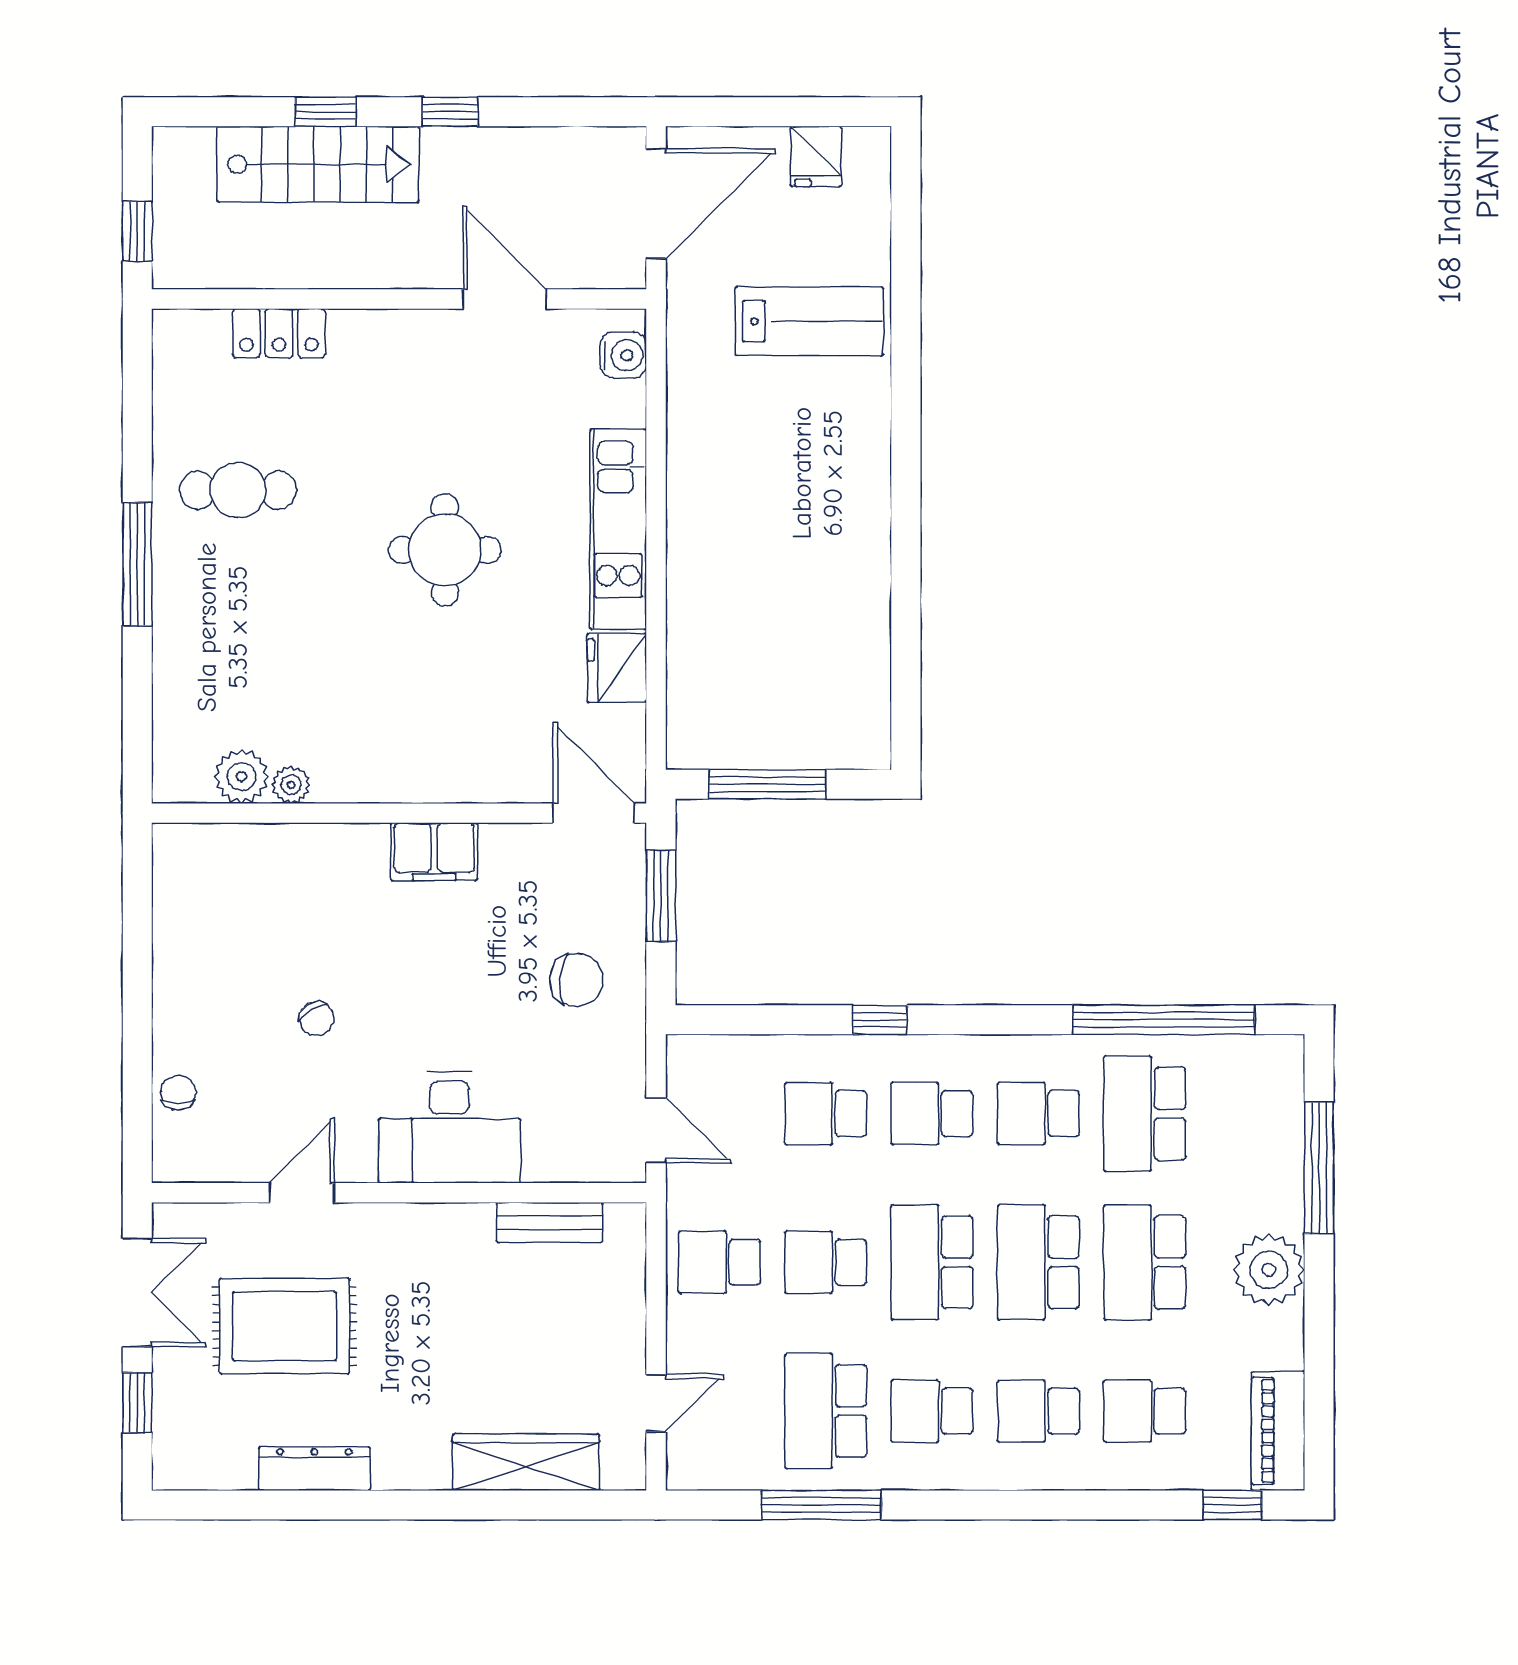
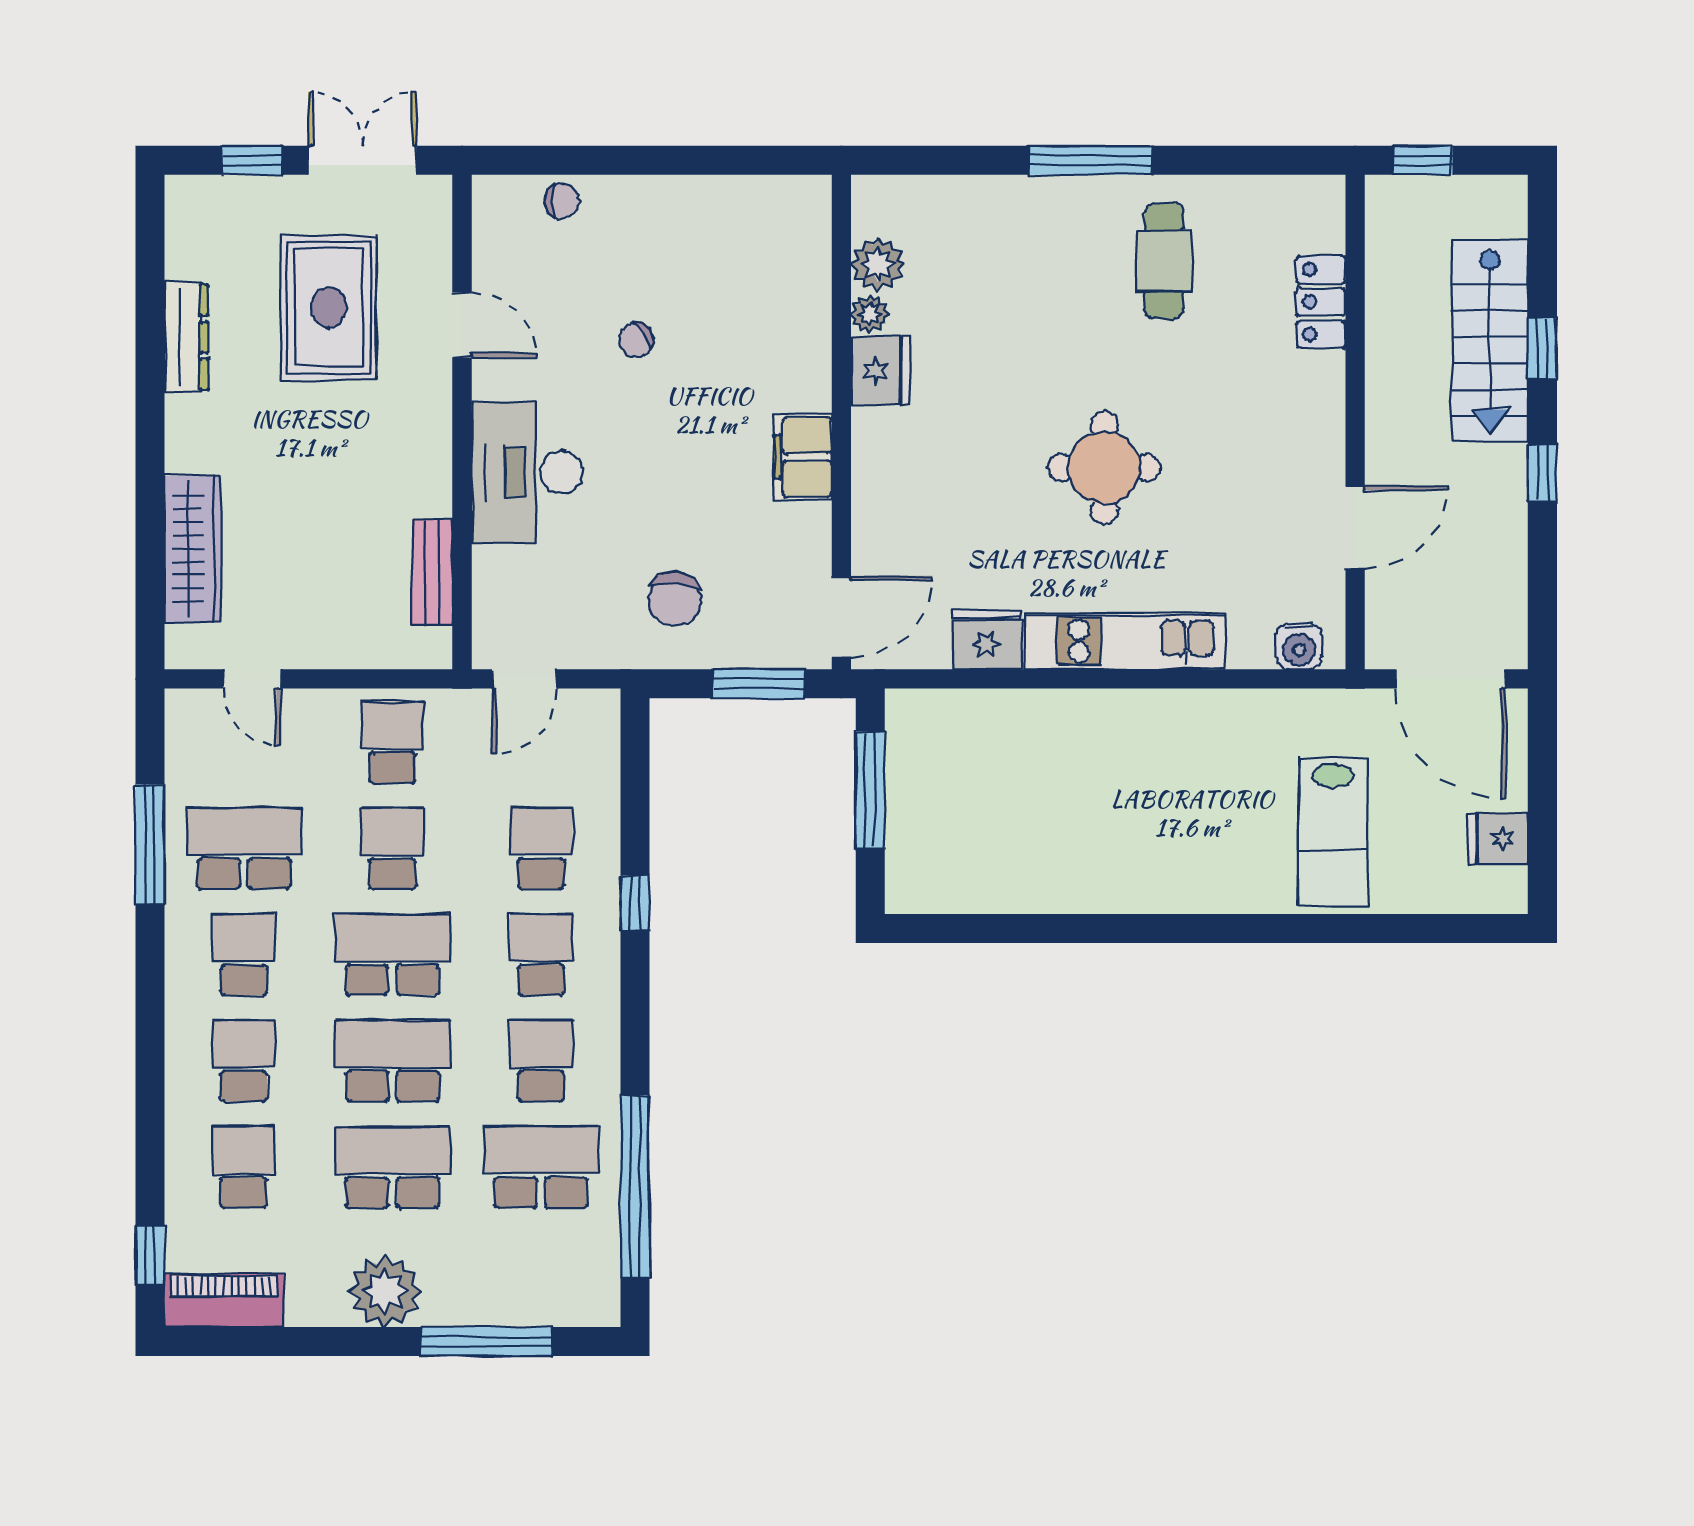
fridge: (348, 774) -> (881, 371), added
double door: (137, 1292) -> (362, 160), swing flipped

